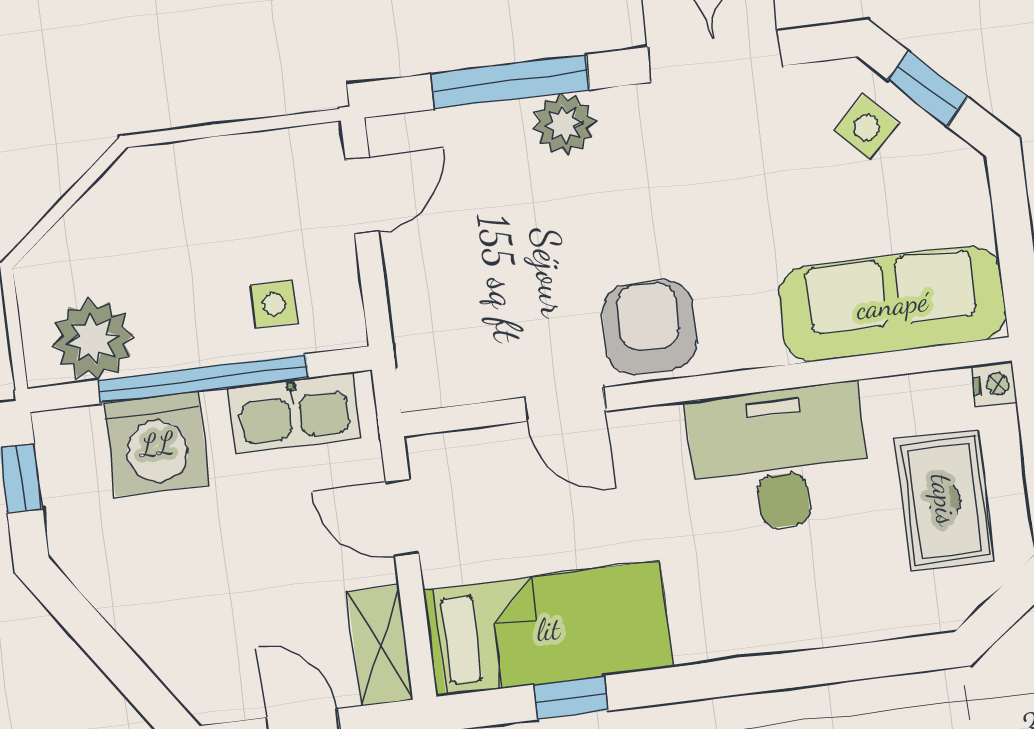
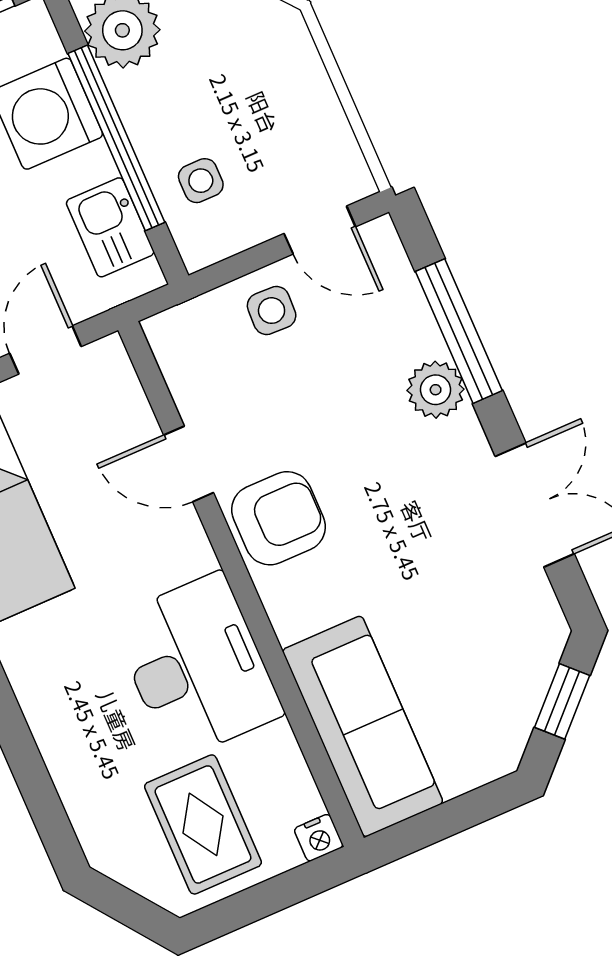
side table: (866, 127) -> (272, 311), moved, turned 45
door: (565, 404) -> (189, 464), hinge flipped
kitchen sink: (295, 413) -> (110, 227), width x0.73
rug: (945, 500) -> (203, 824), turned 90

